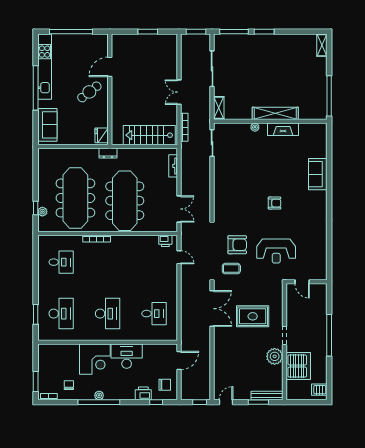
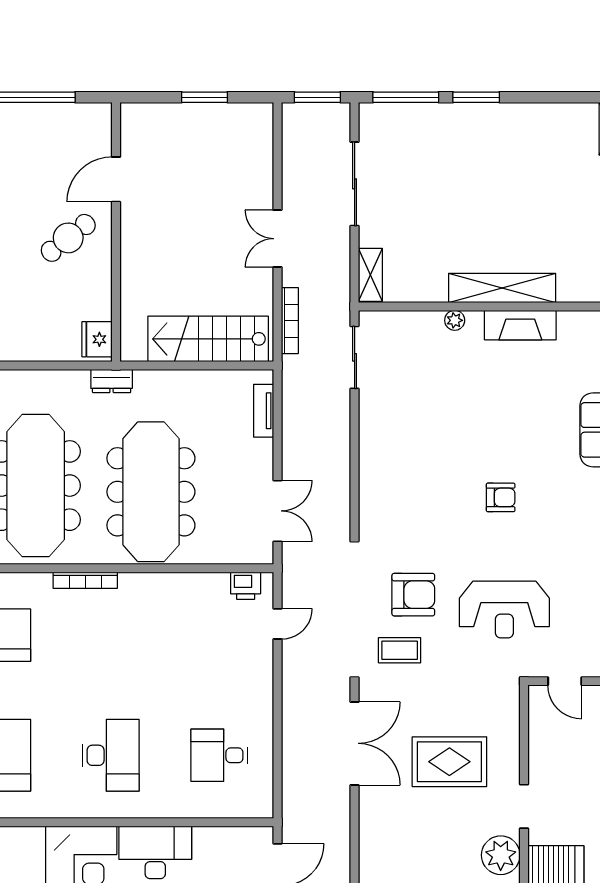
door: (179, 257) -> (278, 624), hinge flipped
desk: (154, 314) -> (219, 755), turned 180

